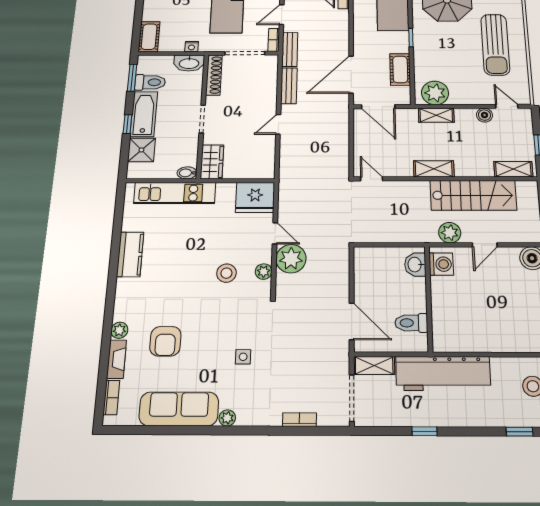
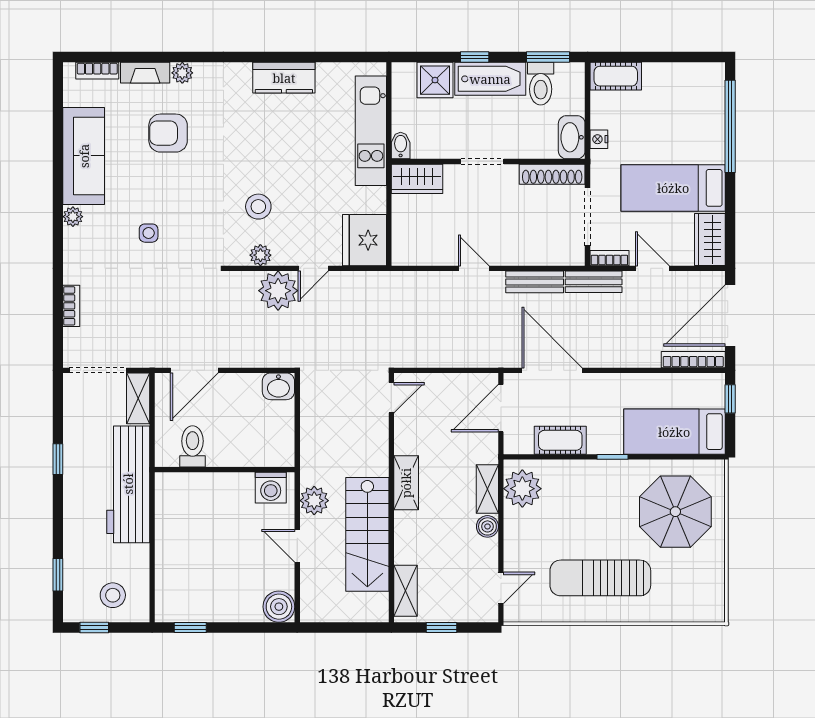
boiler: (484, 115) -> (487, 526), moved
washbasin: (415, 265) -> (278, 386), moved, turned 180

